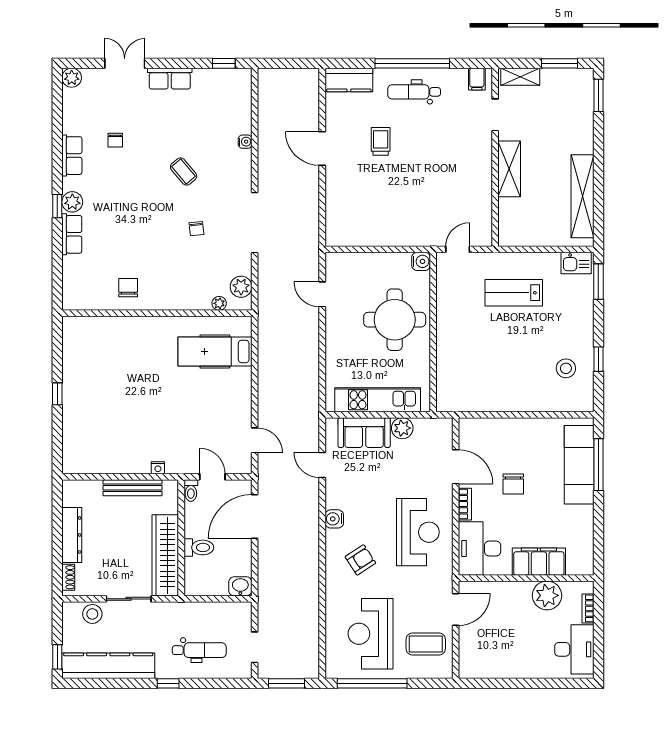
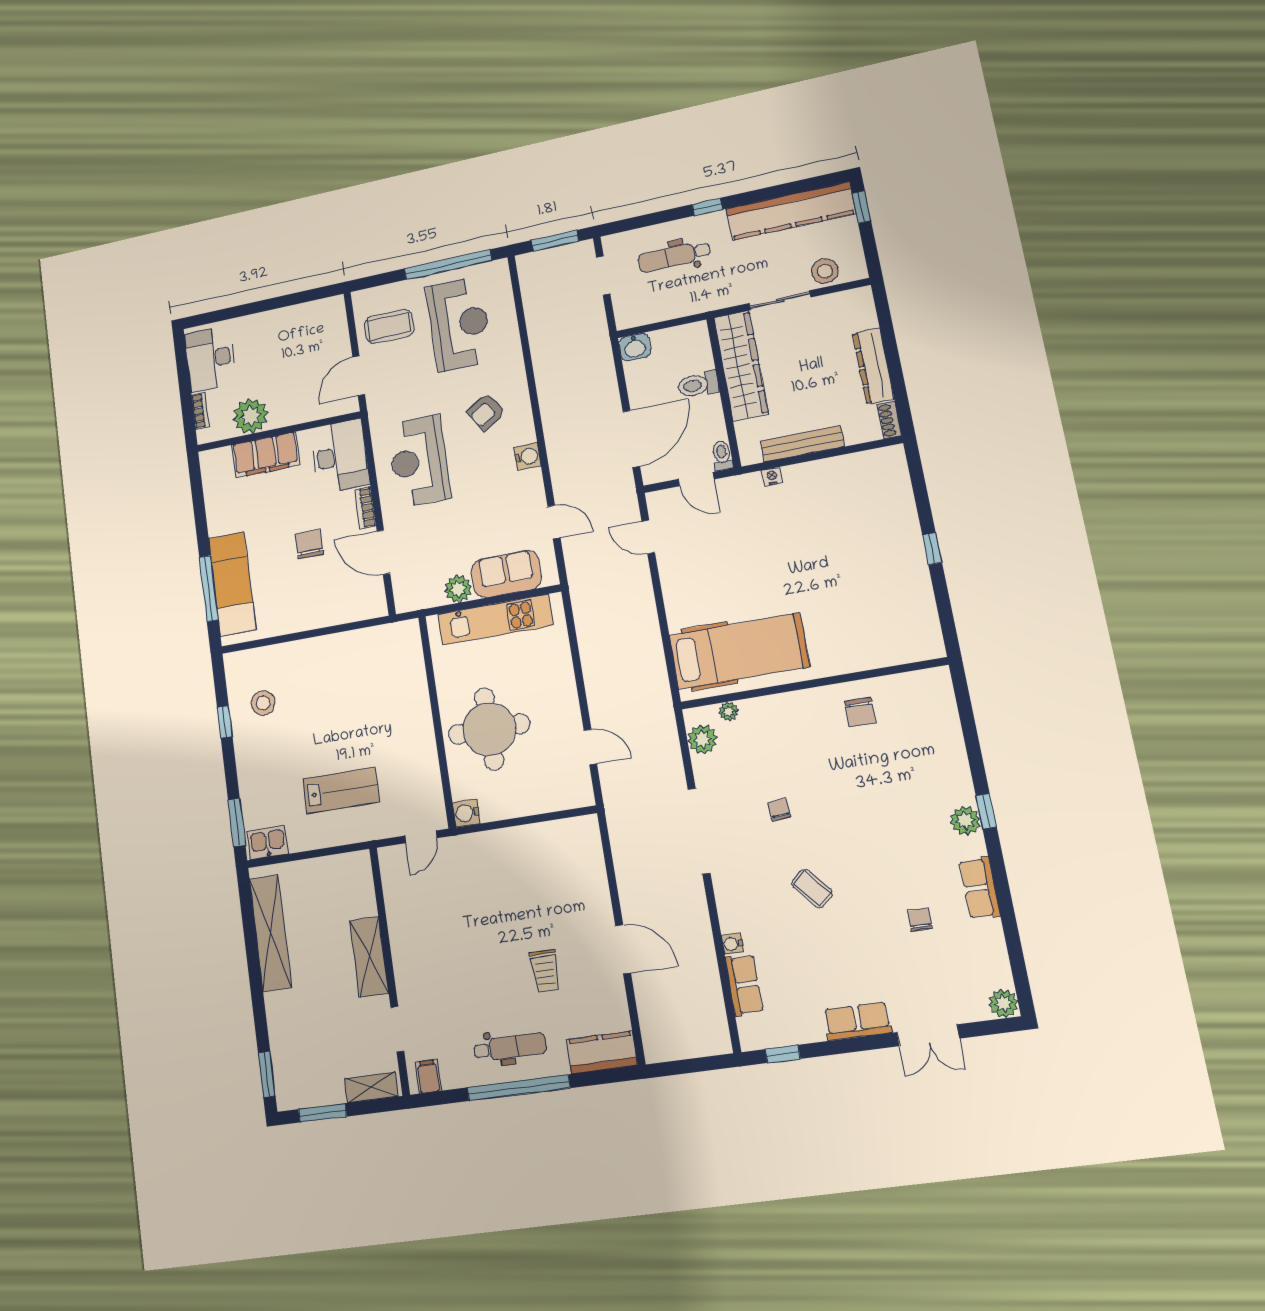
row of seats: (72, 234) -> (744, 985), moved, turned 180
hospital bed: (215, 351) -> (739, 651), width x1.37, depth x1.29
shoe rack: (68, 577) -> (889, 420), moved

